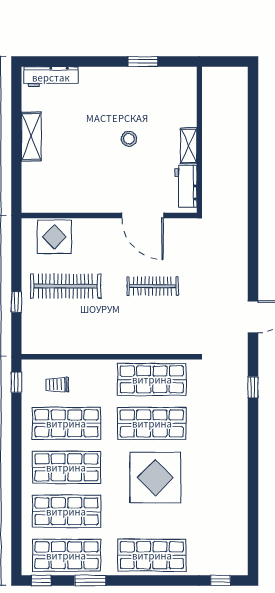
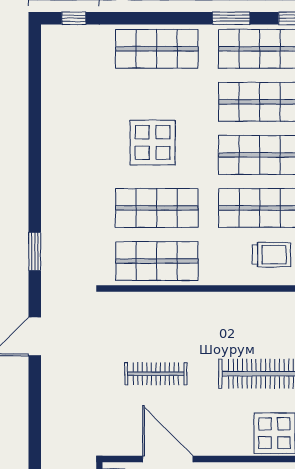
trolley: (57, 385) -> (271, 255), width x1.36, depth x1.39
window: (253, 387) -> (35, 251), width x1.50
display table: (155, 478) -> (153, 143), width x0.73, depth x0.73

